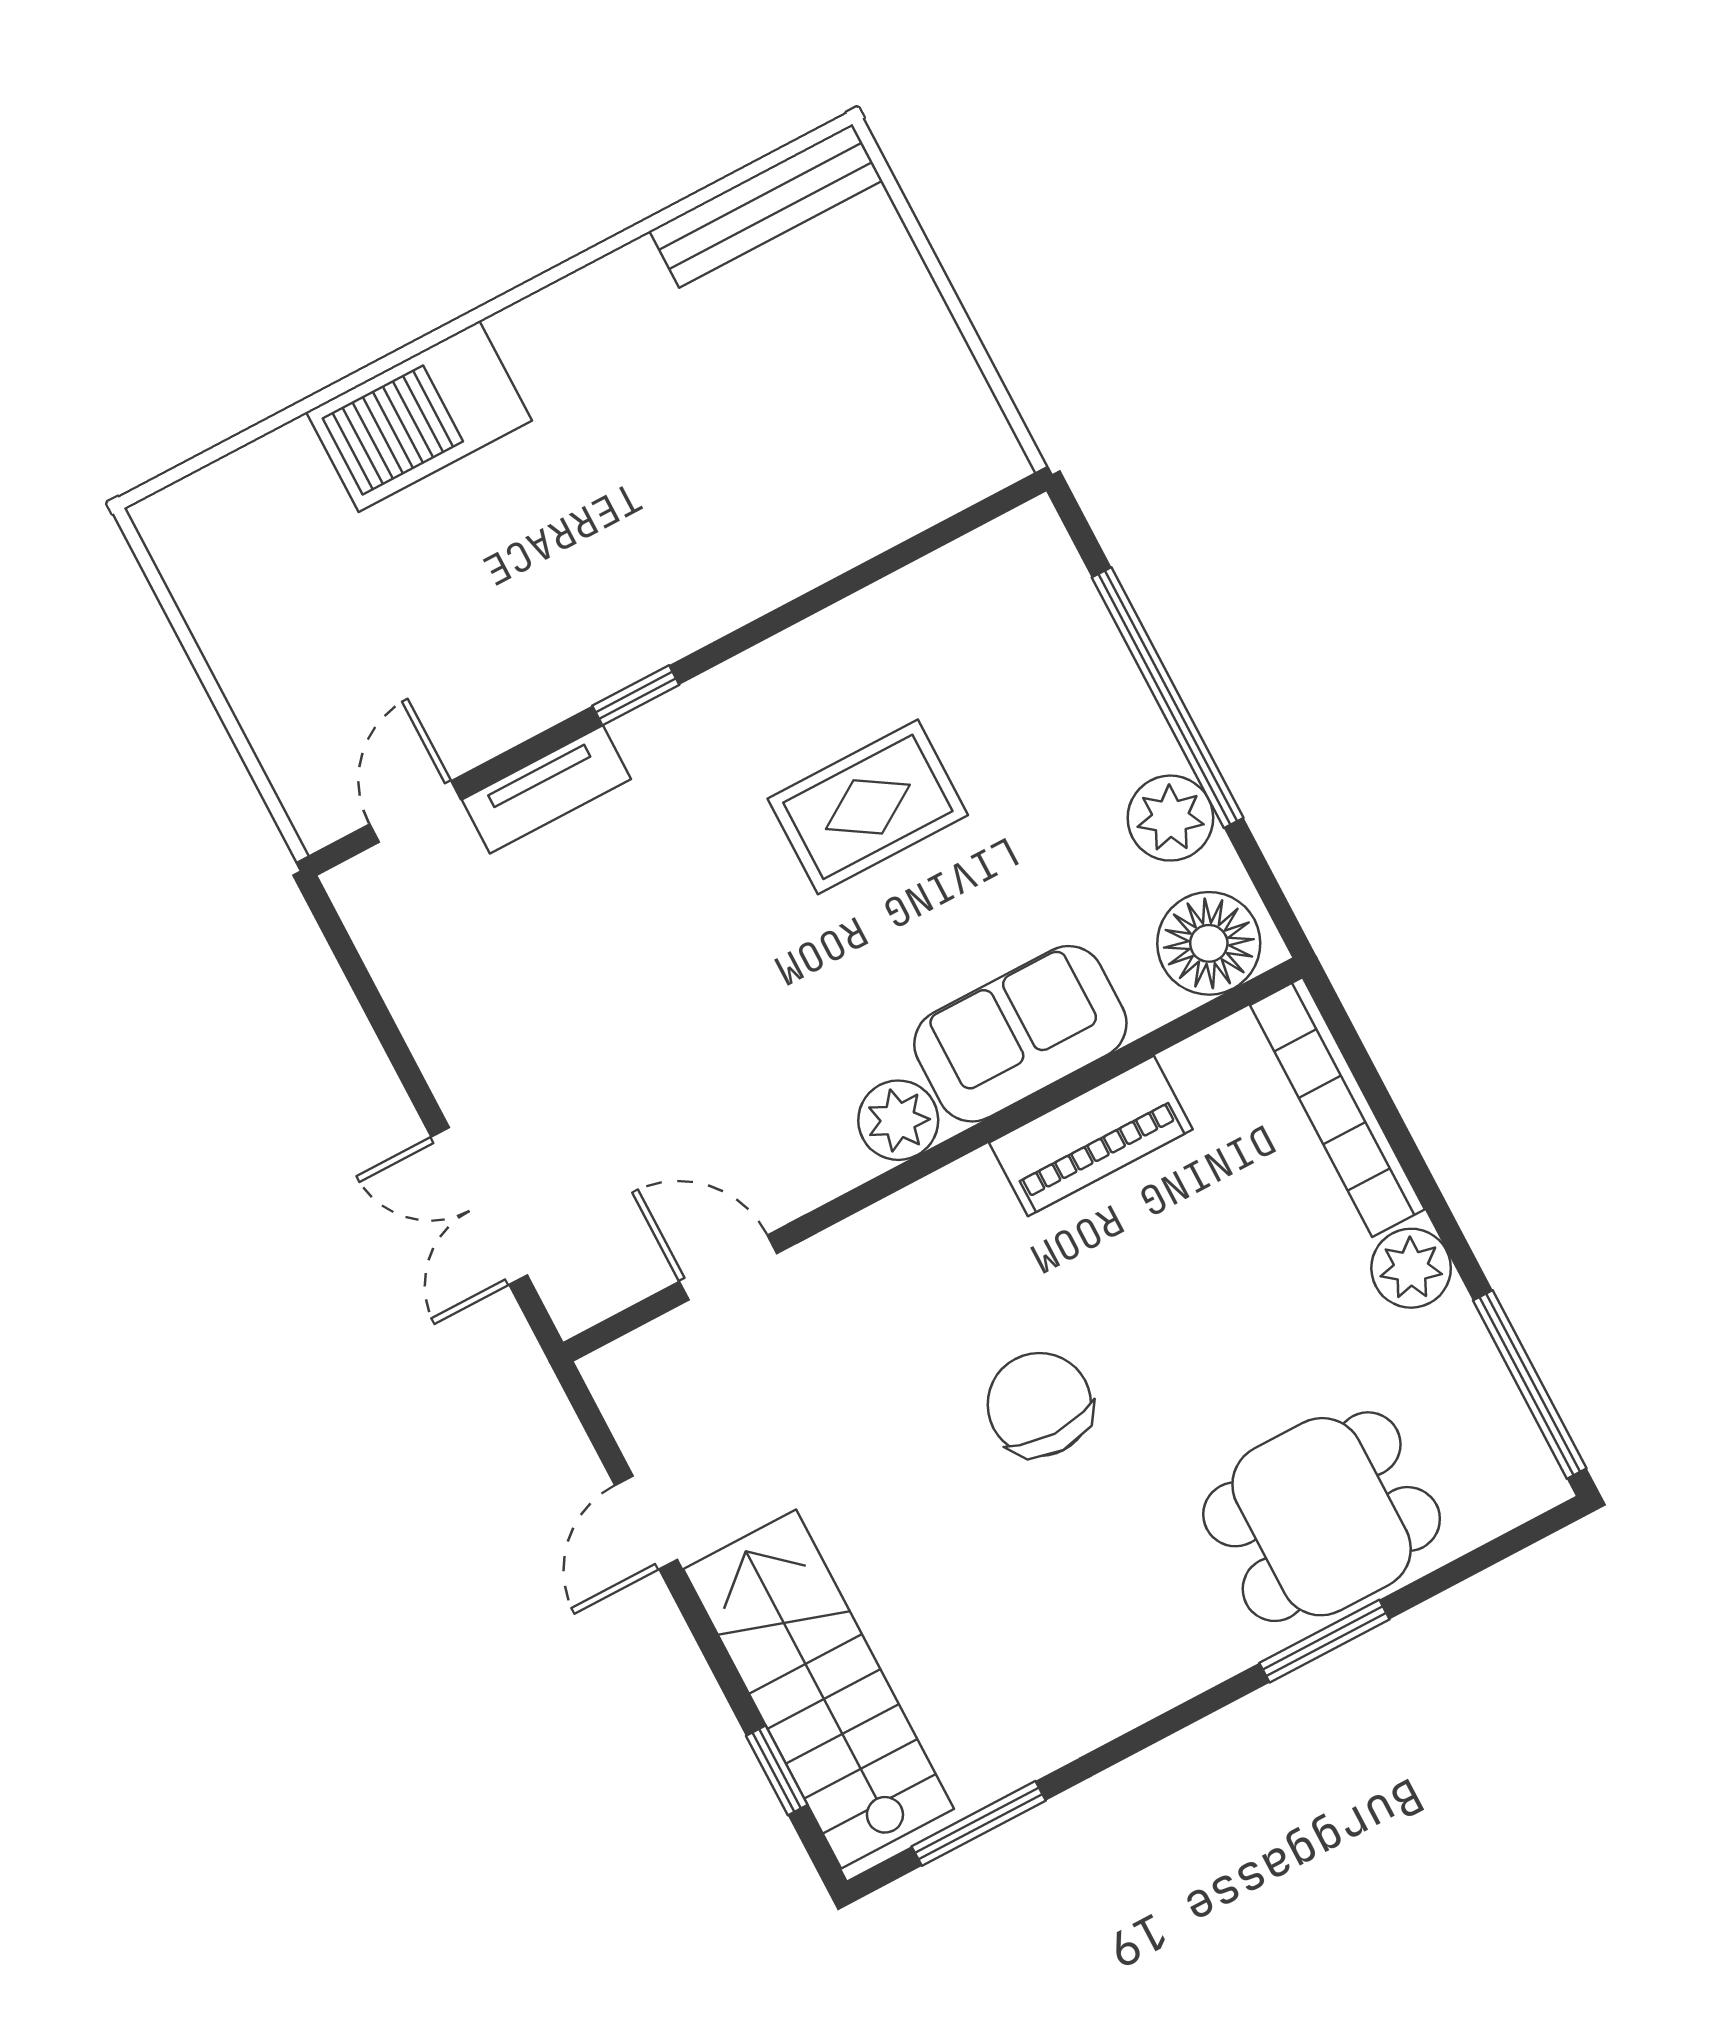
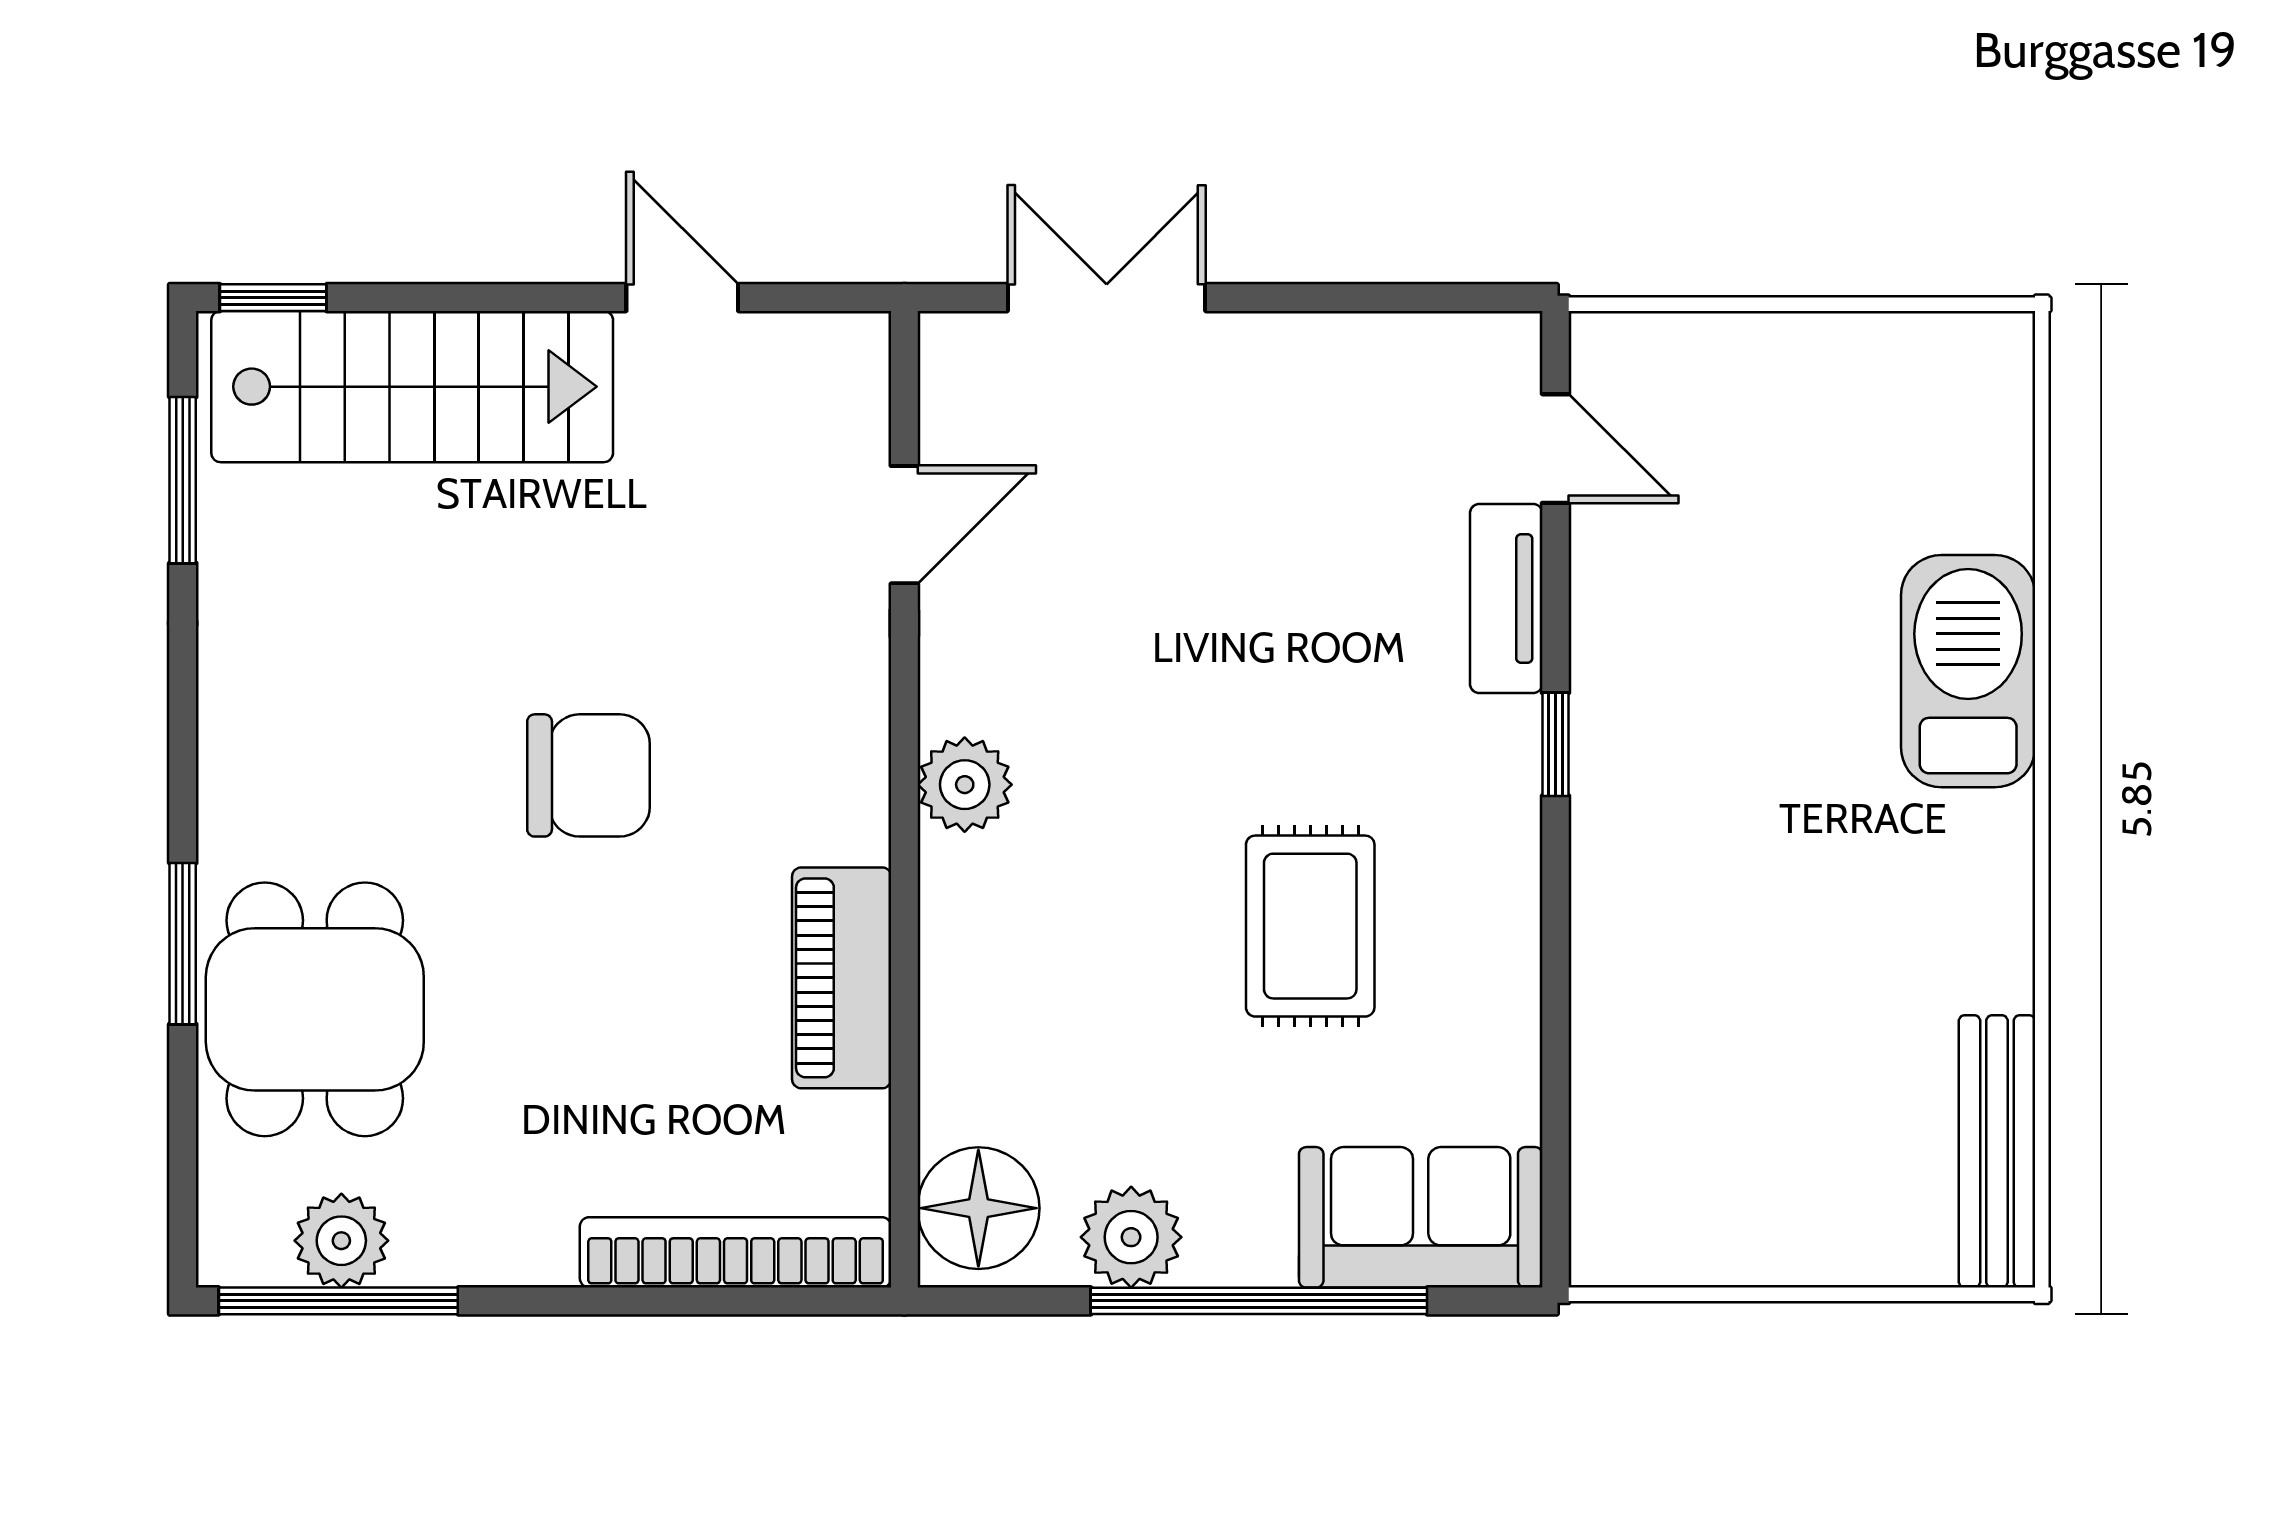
sofa: (1020, 1034) -> (1421, 1217), moved, turned -90
plant: (1411, 1268) -> (341, 1241), moved
window: (777, 1770) -> (273, 298), moved

